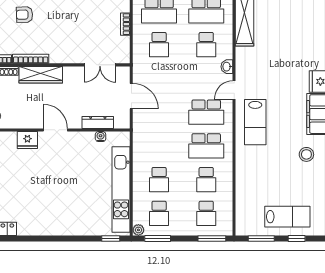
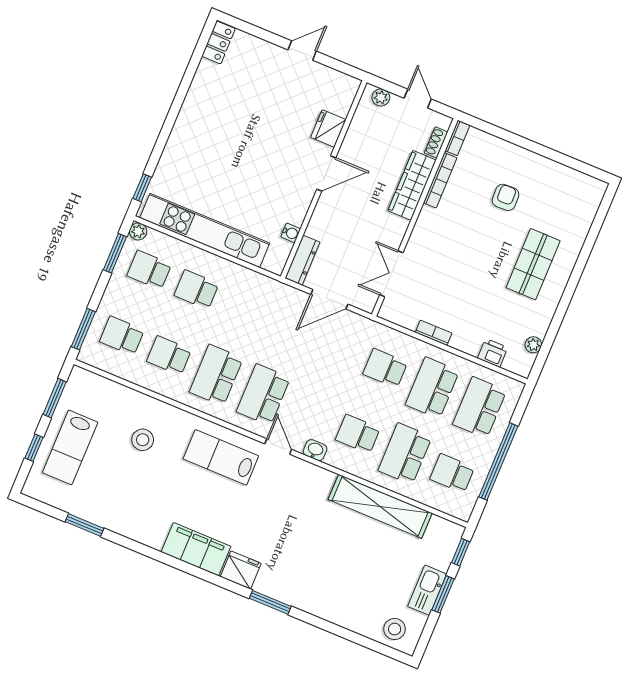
dresser: (98, 122) -> (302, 260), moved
stool: (306, 154) -> (143, 440), moved

